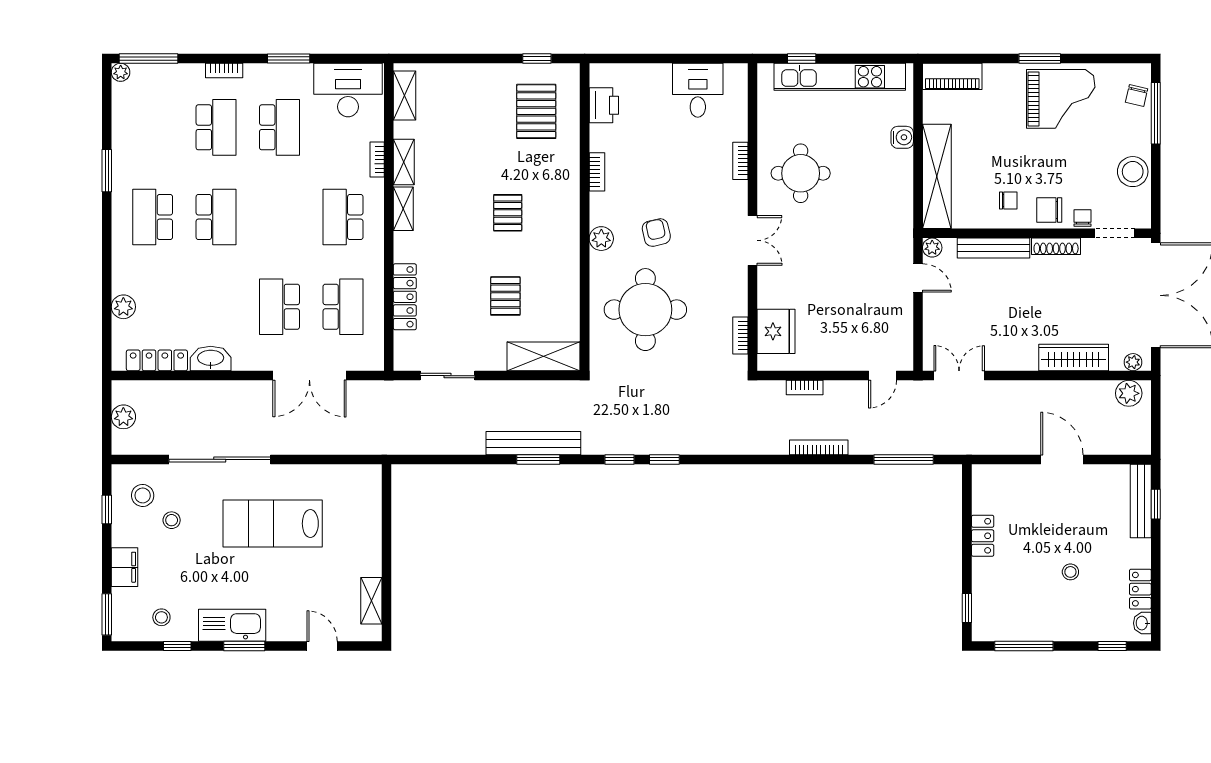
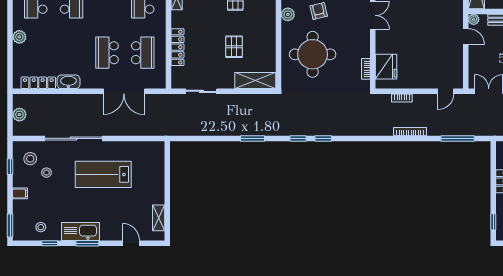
plant: (123, 307) -> (19, 37), moved
bench: (533, 443) -> (250, 129), removed
filing cabinet: (124, 567) -> (20, 193), width x0.50

